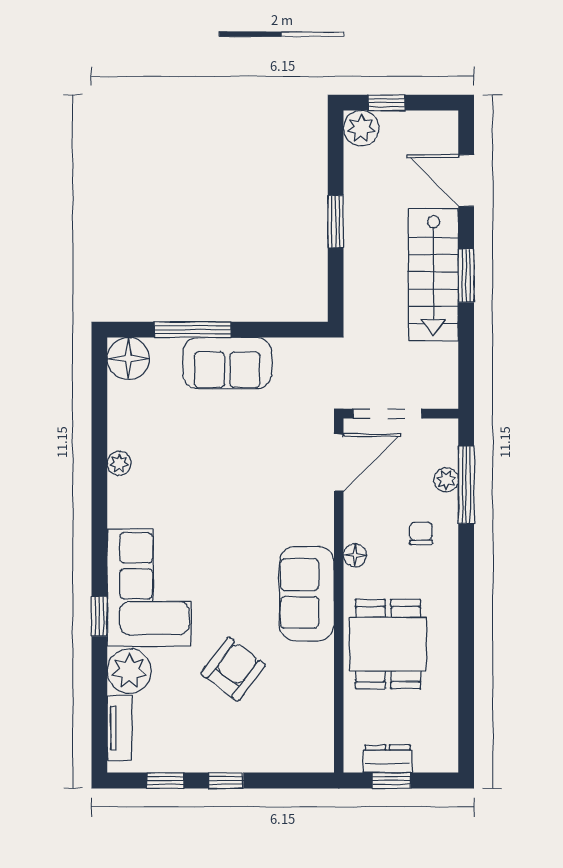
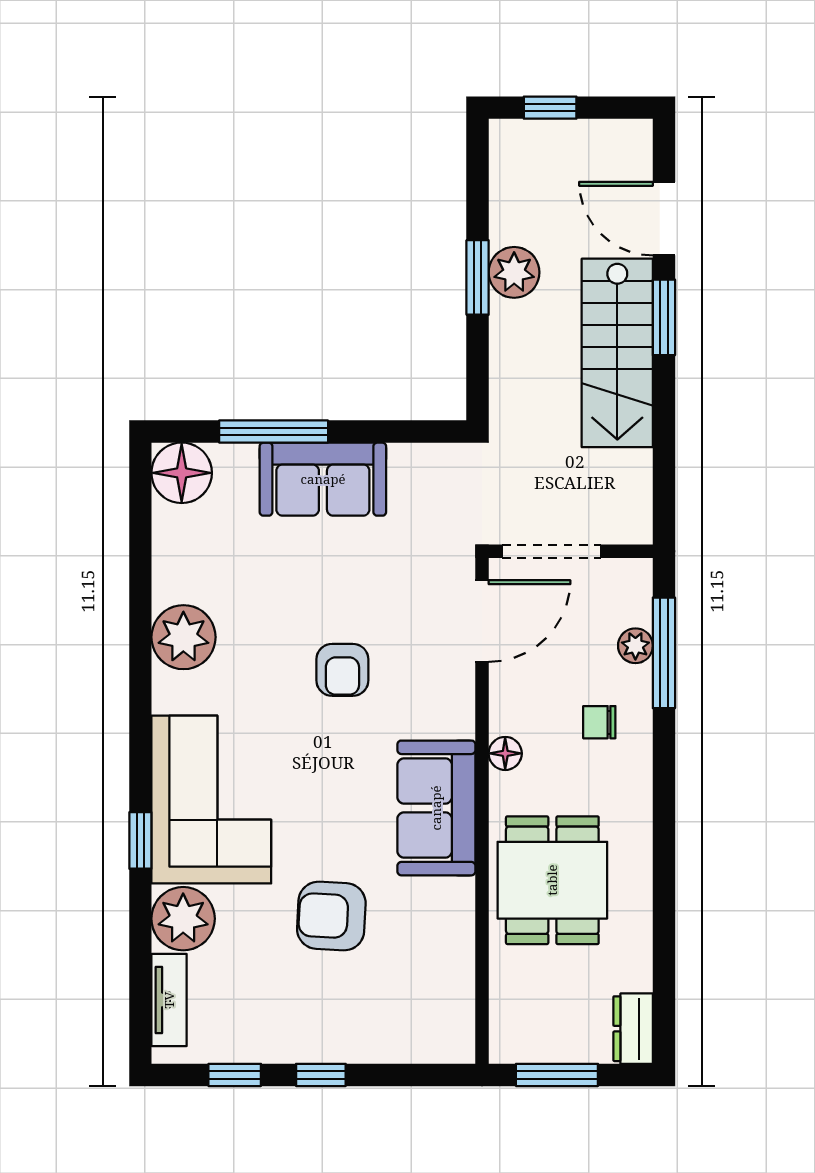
plant: (361, 128) -> (514, 272), moved
window: (466, 276) -> (664, 317), moved
plant: (119, 463) -> (183, 637), width x1.87, depth x1.87
armchair: (241, 497) -> (342, 670), added
chair: (421, 533) -> (599, 722), turned -90
armchair: (233, 669) -> (331, 916), turned -124
dresser: (388, 759) -> (633, 1029), moved, turned -90
window: (391, 781) -> (557, 1075), width x1.50

